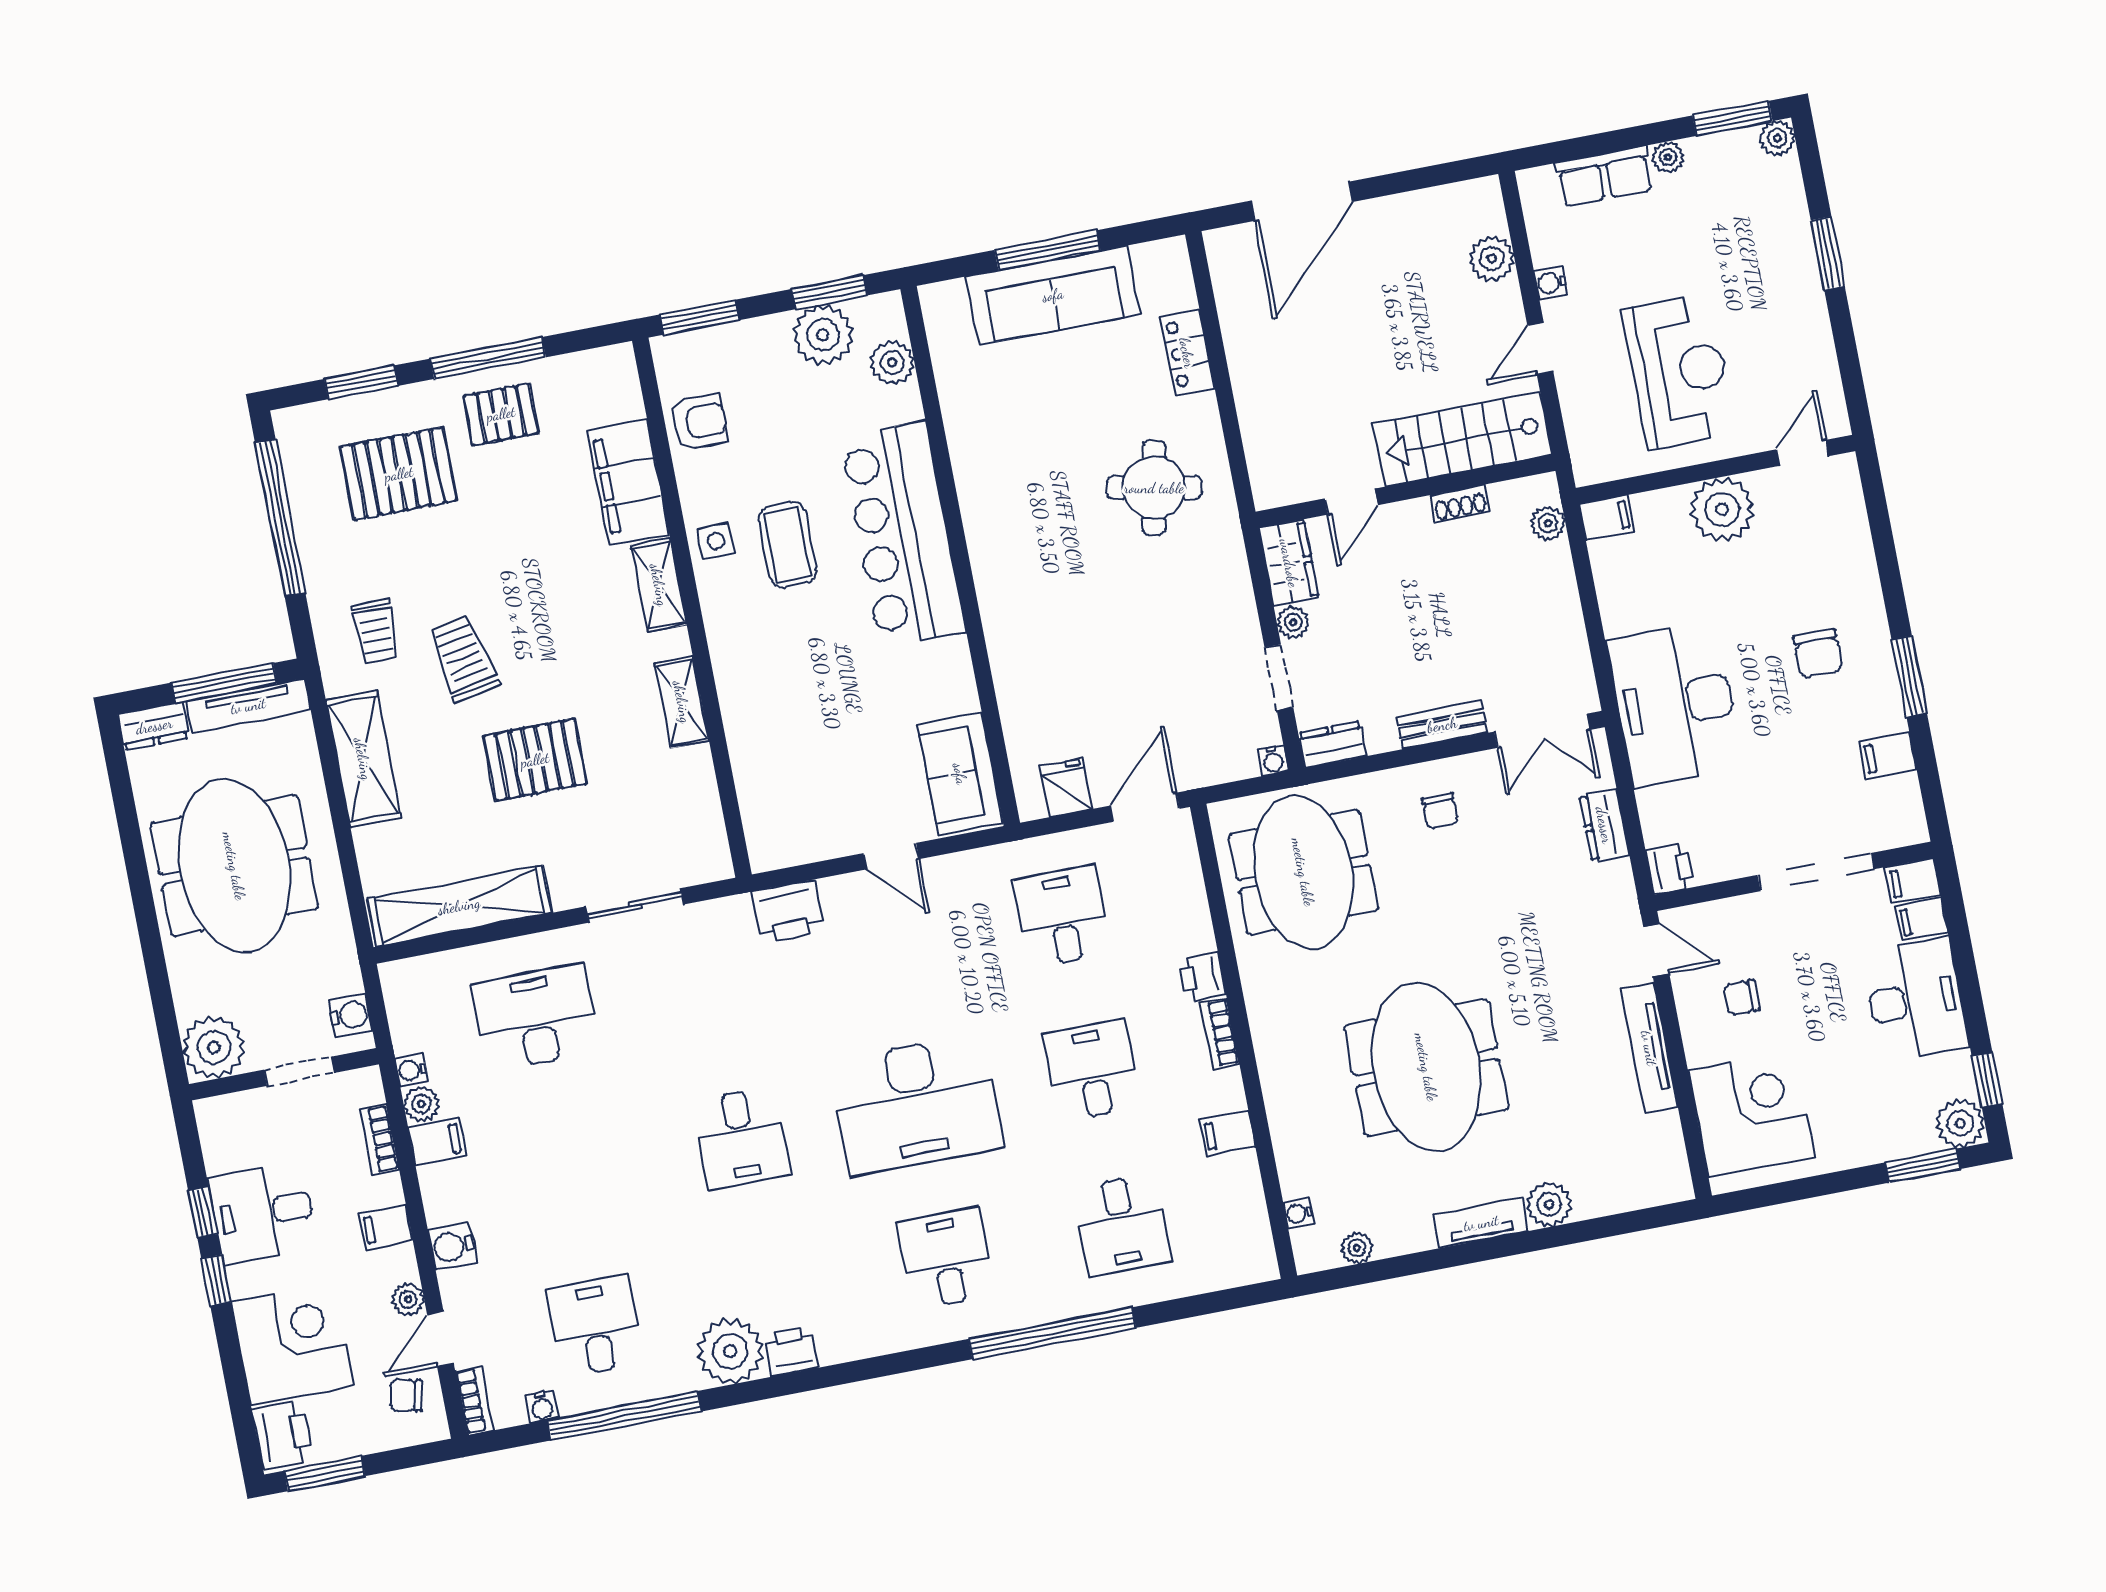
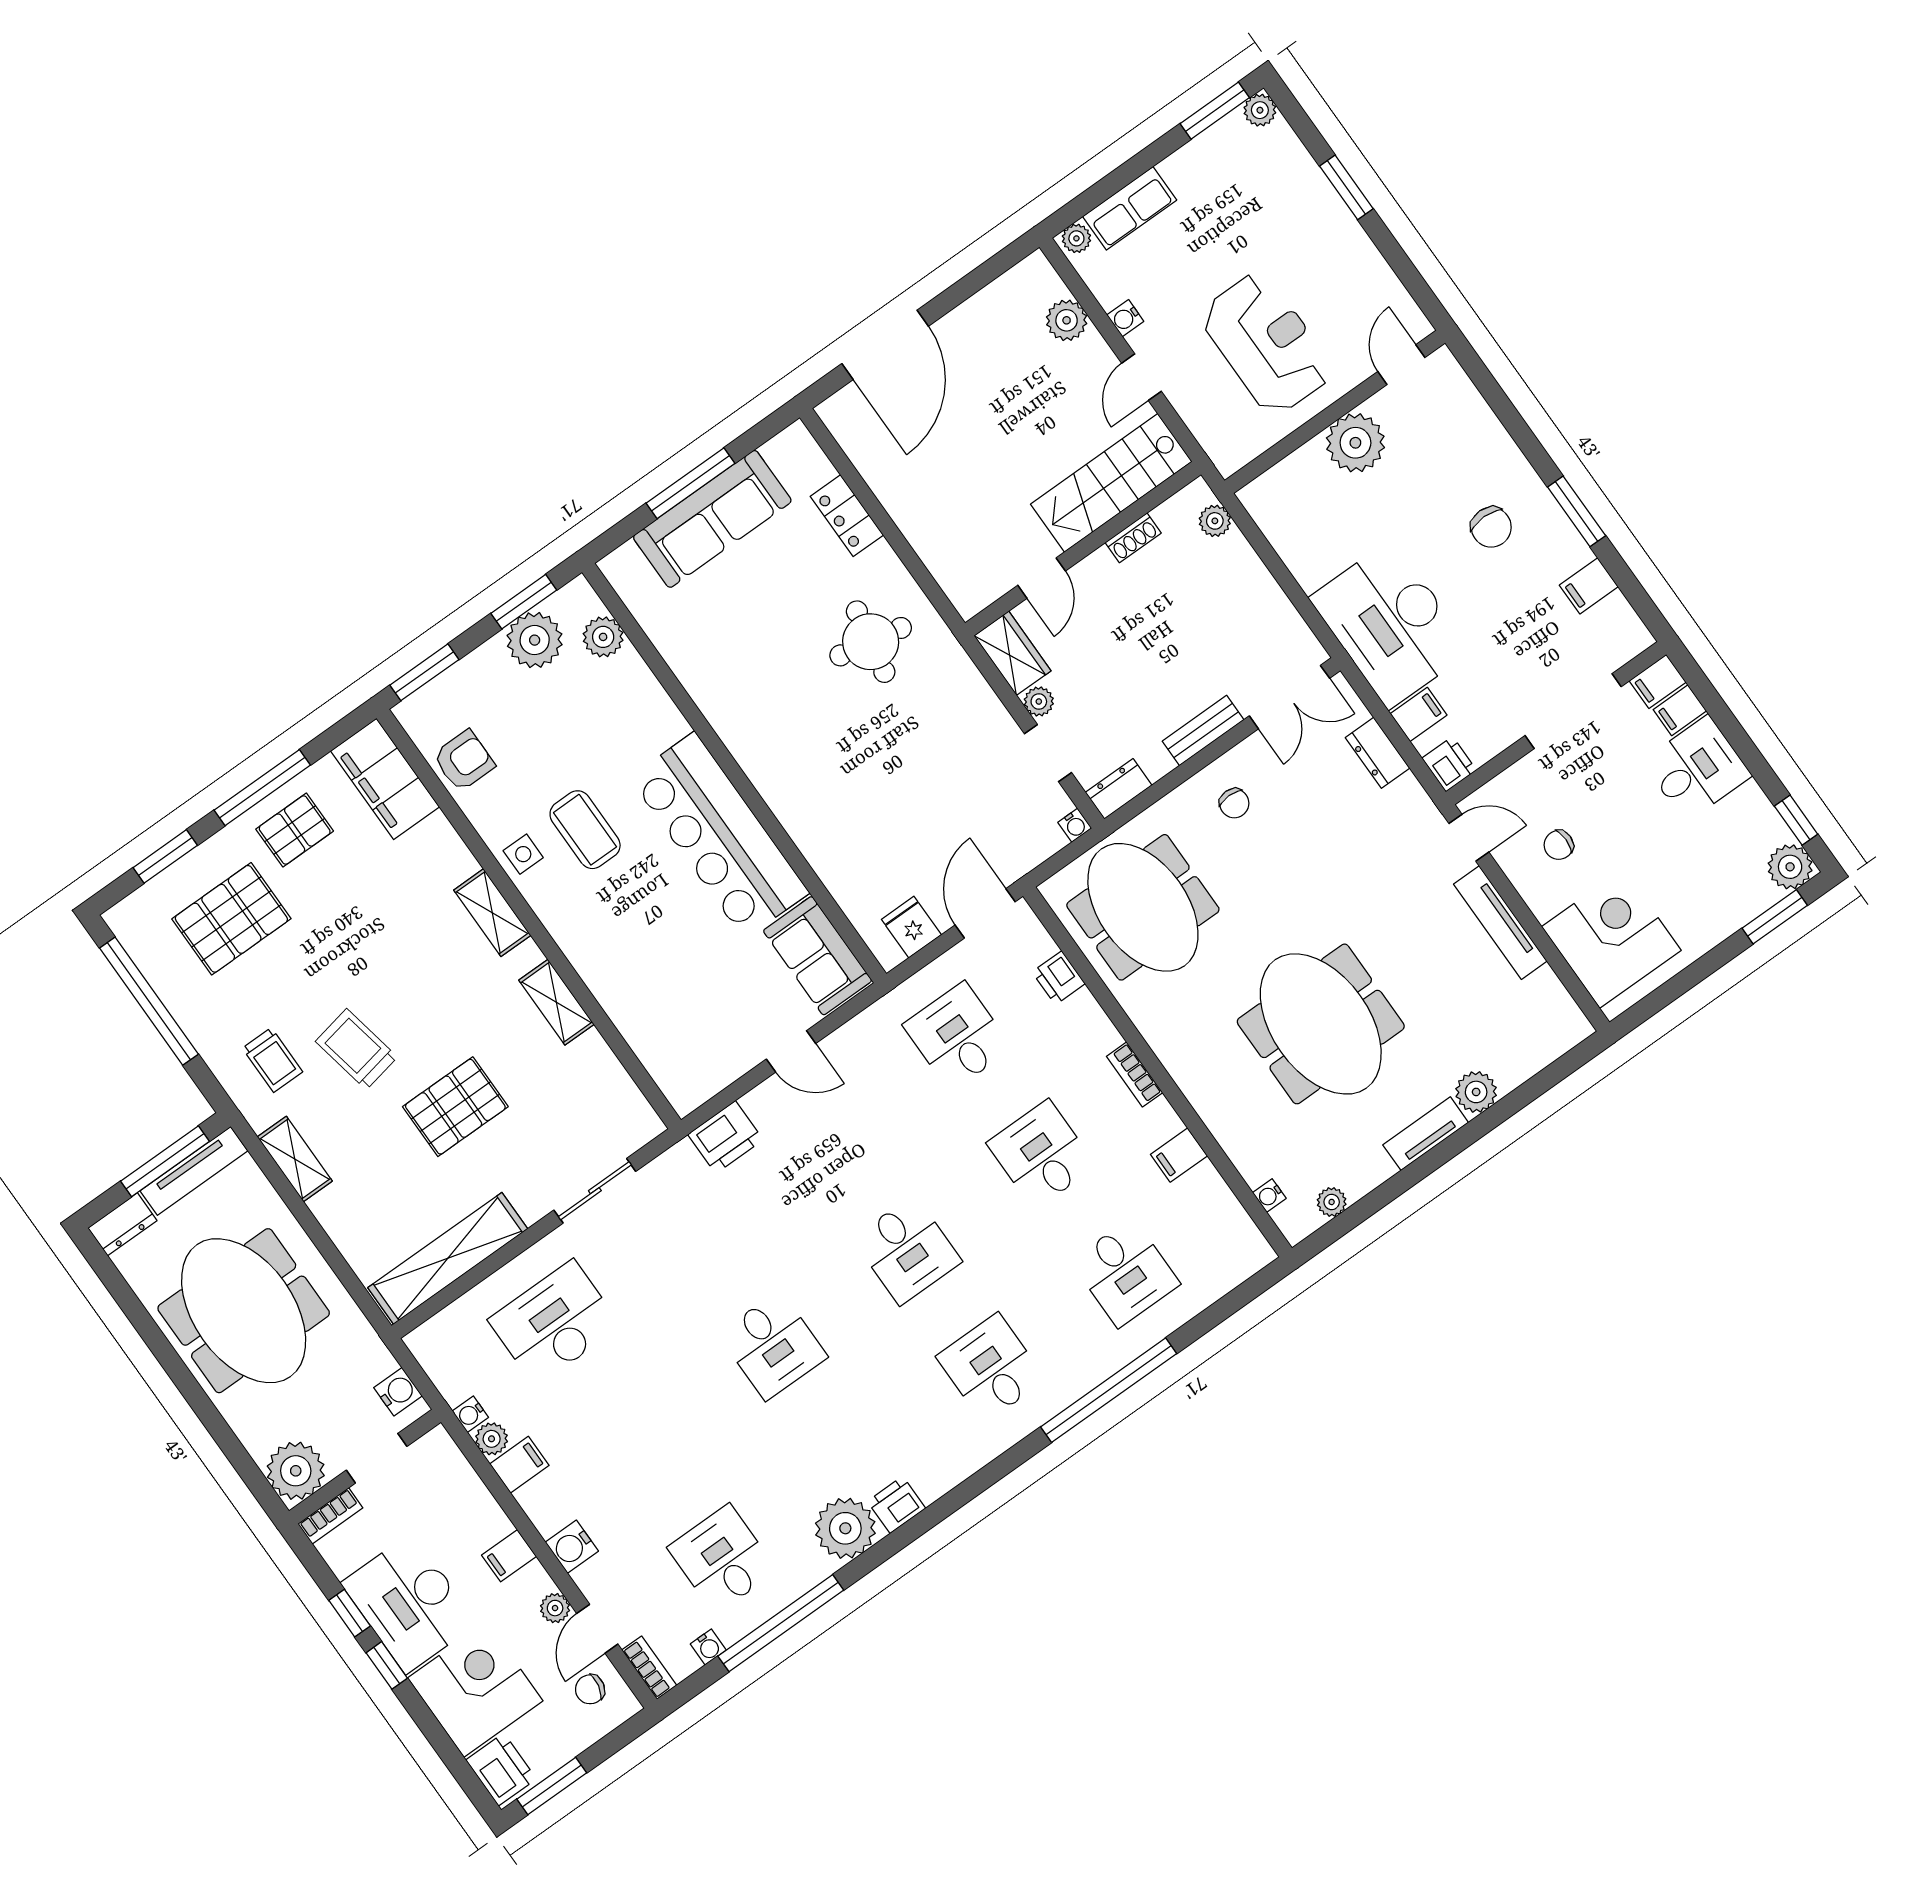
plant: (1668, 157) -> (1076, 238), moved
filing cabinet: (628, 482) -> (385, 779), moved
filing cabinet: (1607, 518) -> (1419, 714), moved
bar counter: (903, 535) -> (719, 835), moved
shelving: (363, 759) -> (295, 1159), width x0.67, depth x0.75
printer: (1202, 977) -> (1059, 978), moved
desk: (1915, 1000) -> (1697, 769), width x0.73
desk: (916, 1104) -> (907, 1250), width x0.53, depth x0.77
bookcase: (380, 1139) -> (330, 1516), moved, turned -90
desk: (263, 1213) -> (409, 1603), width x1.37

